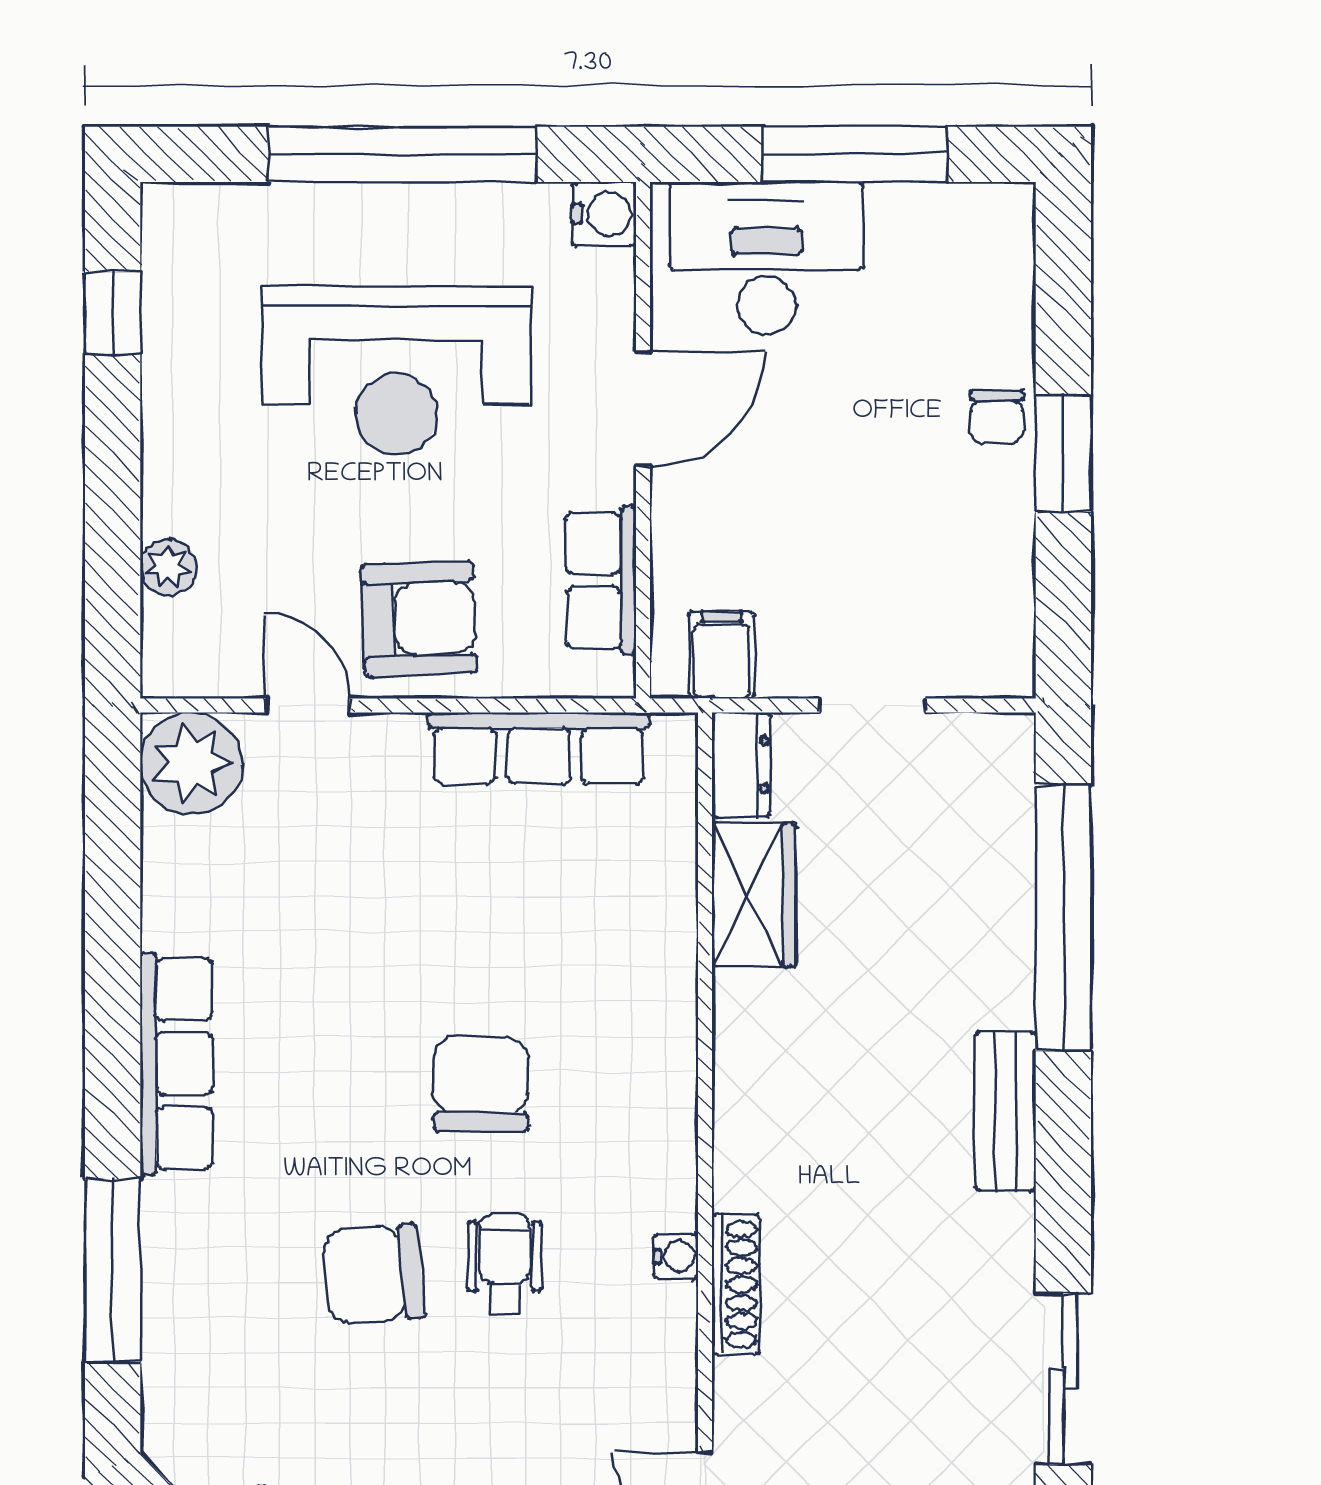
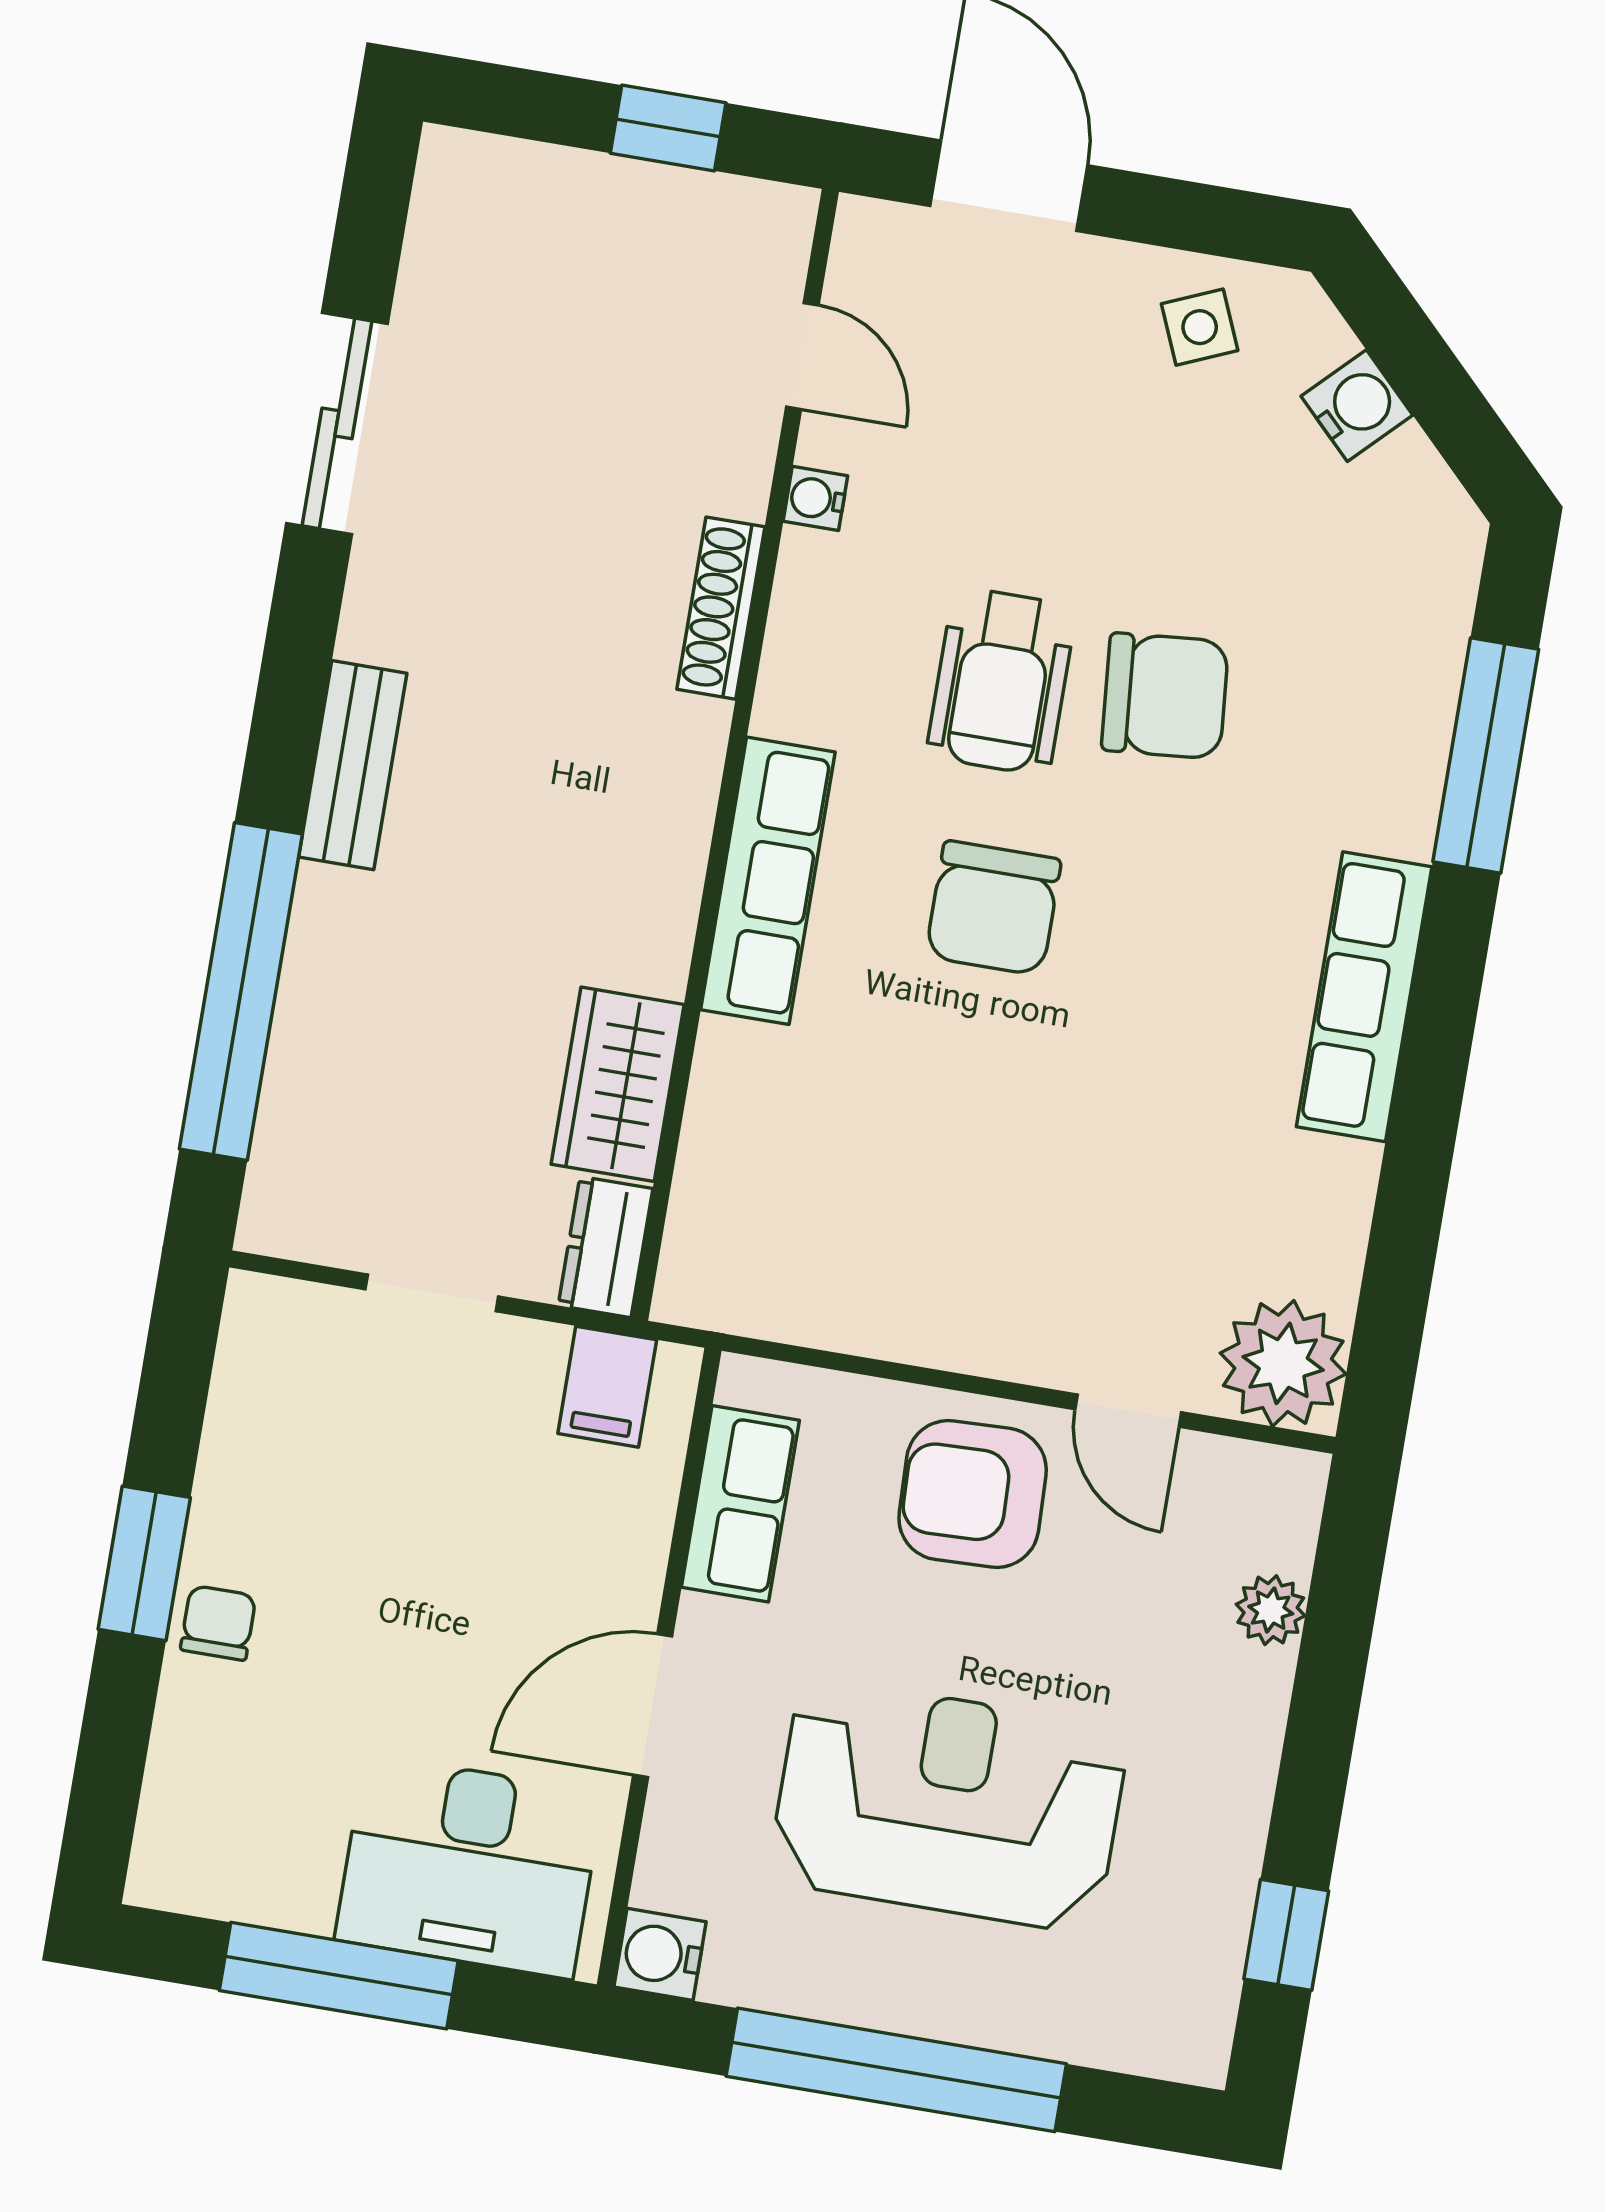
row of seats: (539, 748) -> (768, 881), moved, turned 90
water cooler: (676, 1257) -> (815, 498), moved
wheelchair: (505, 1264) -> (1001, 681), width x1.36, depth x1.37

